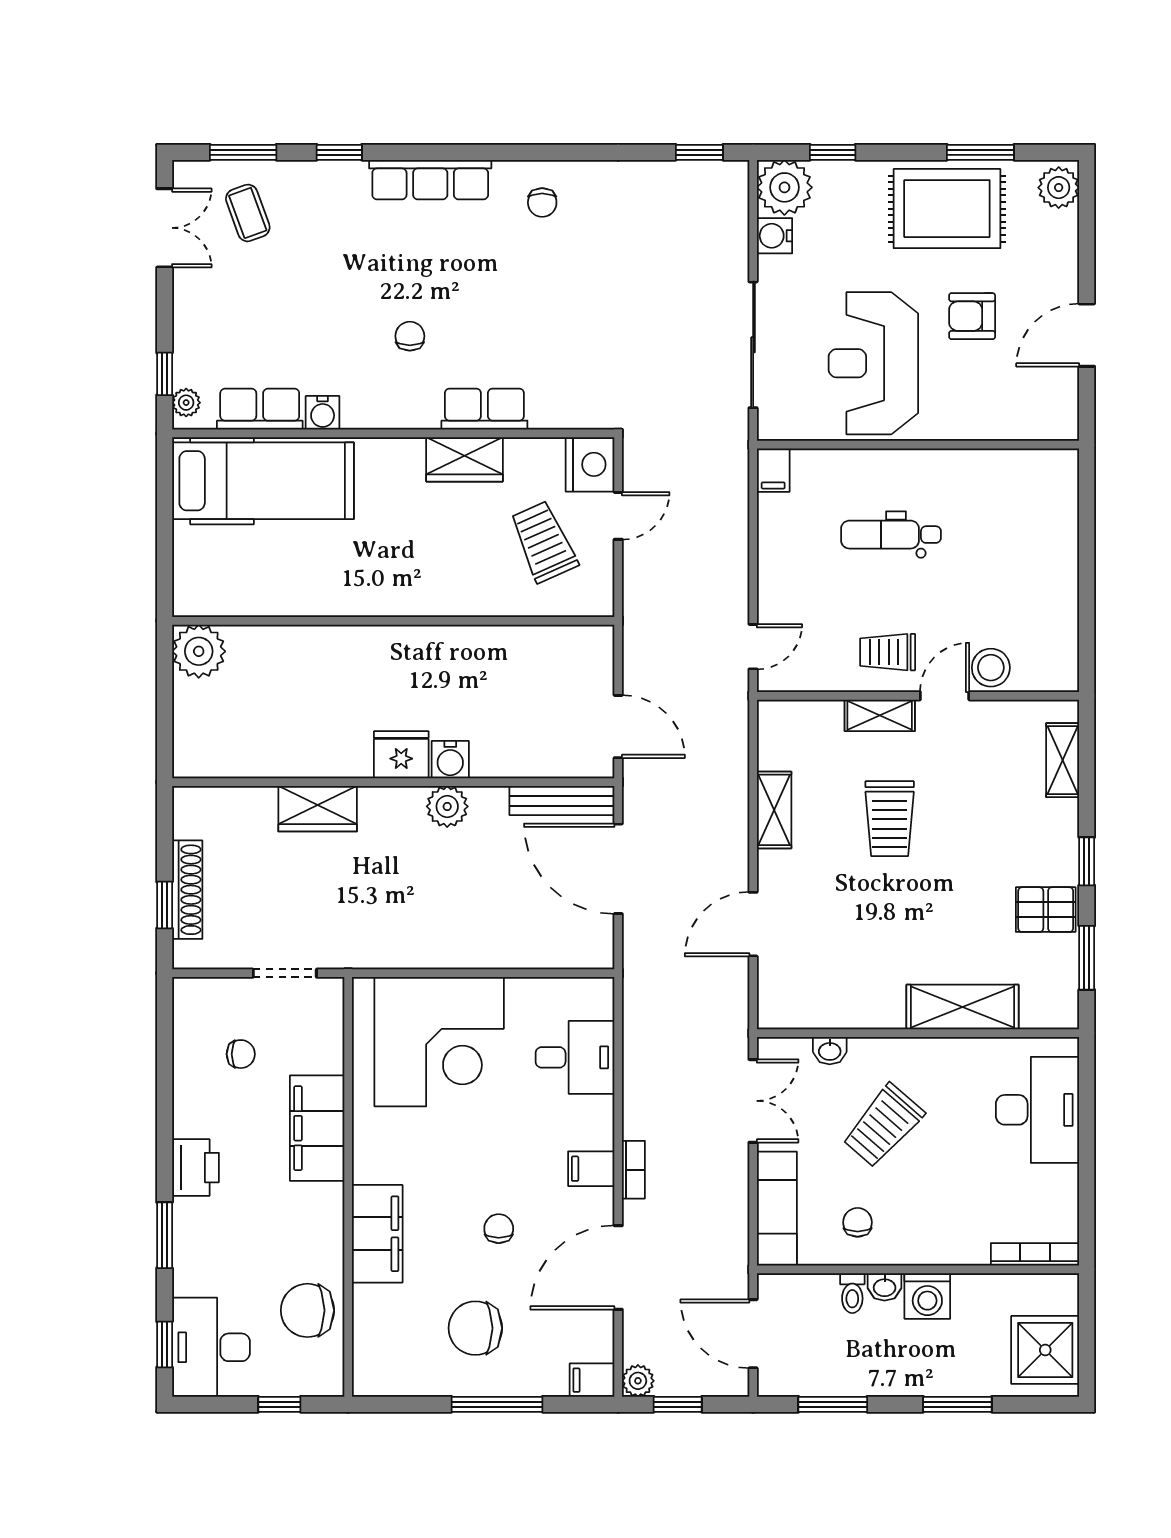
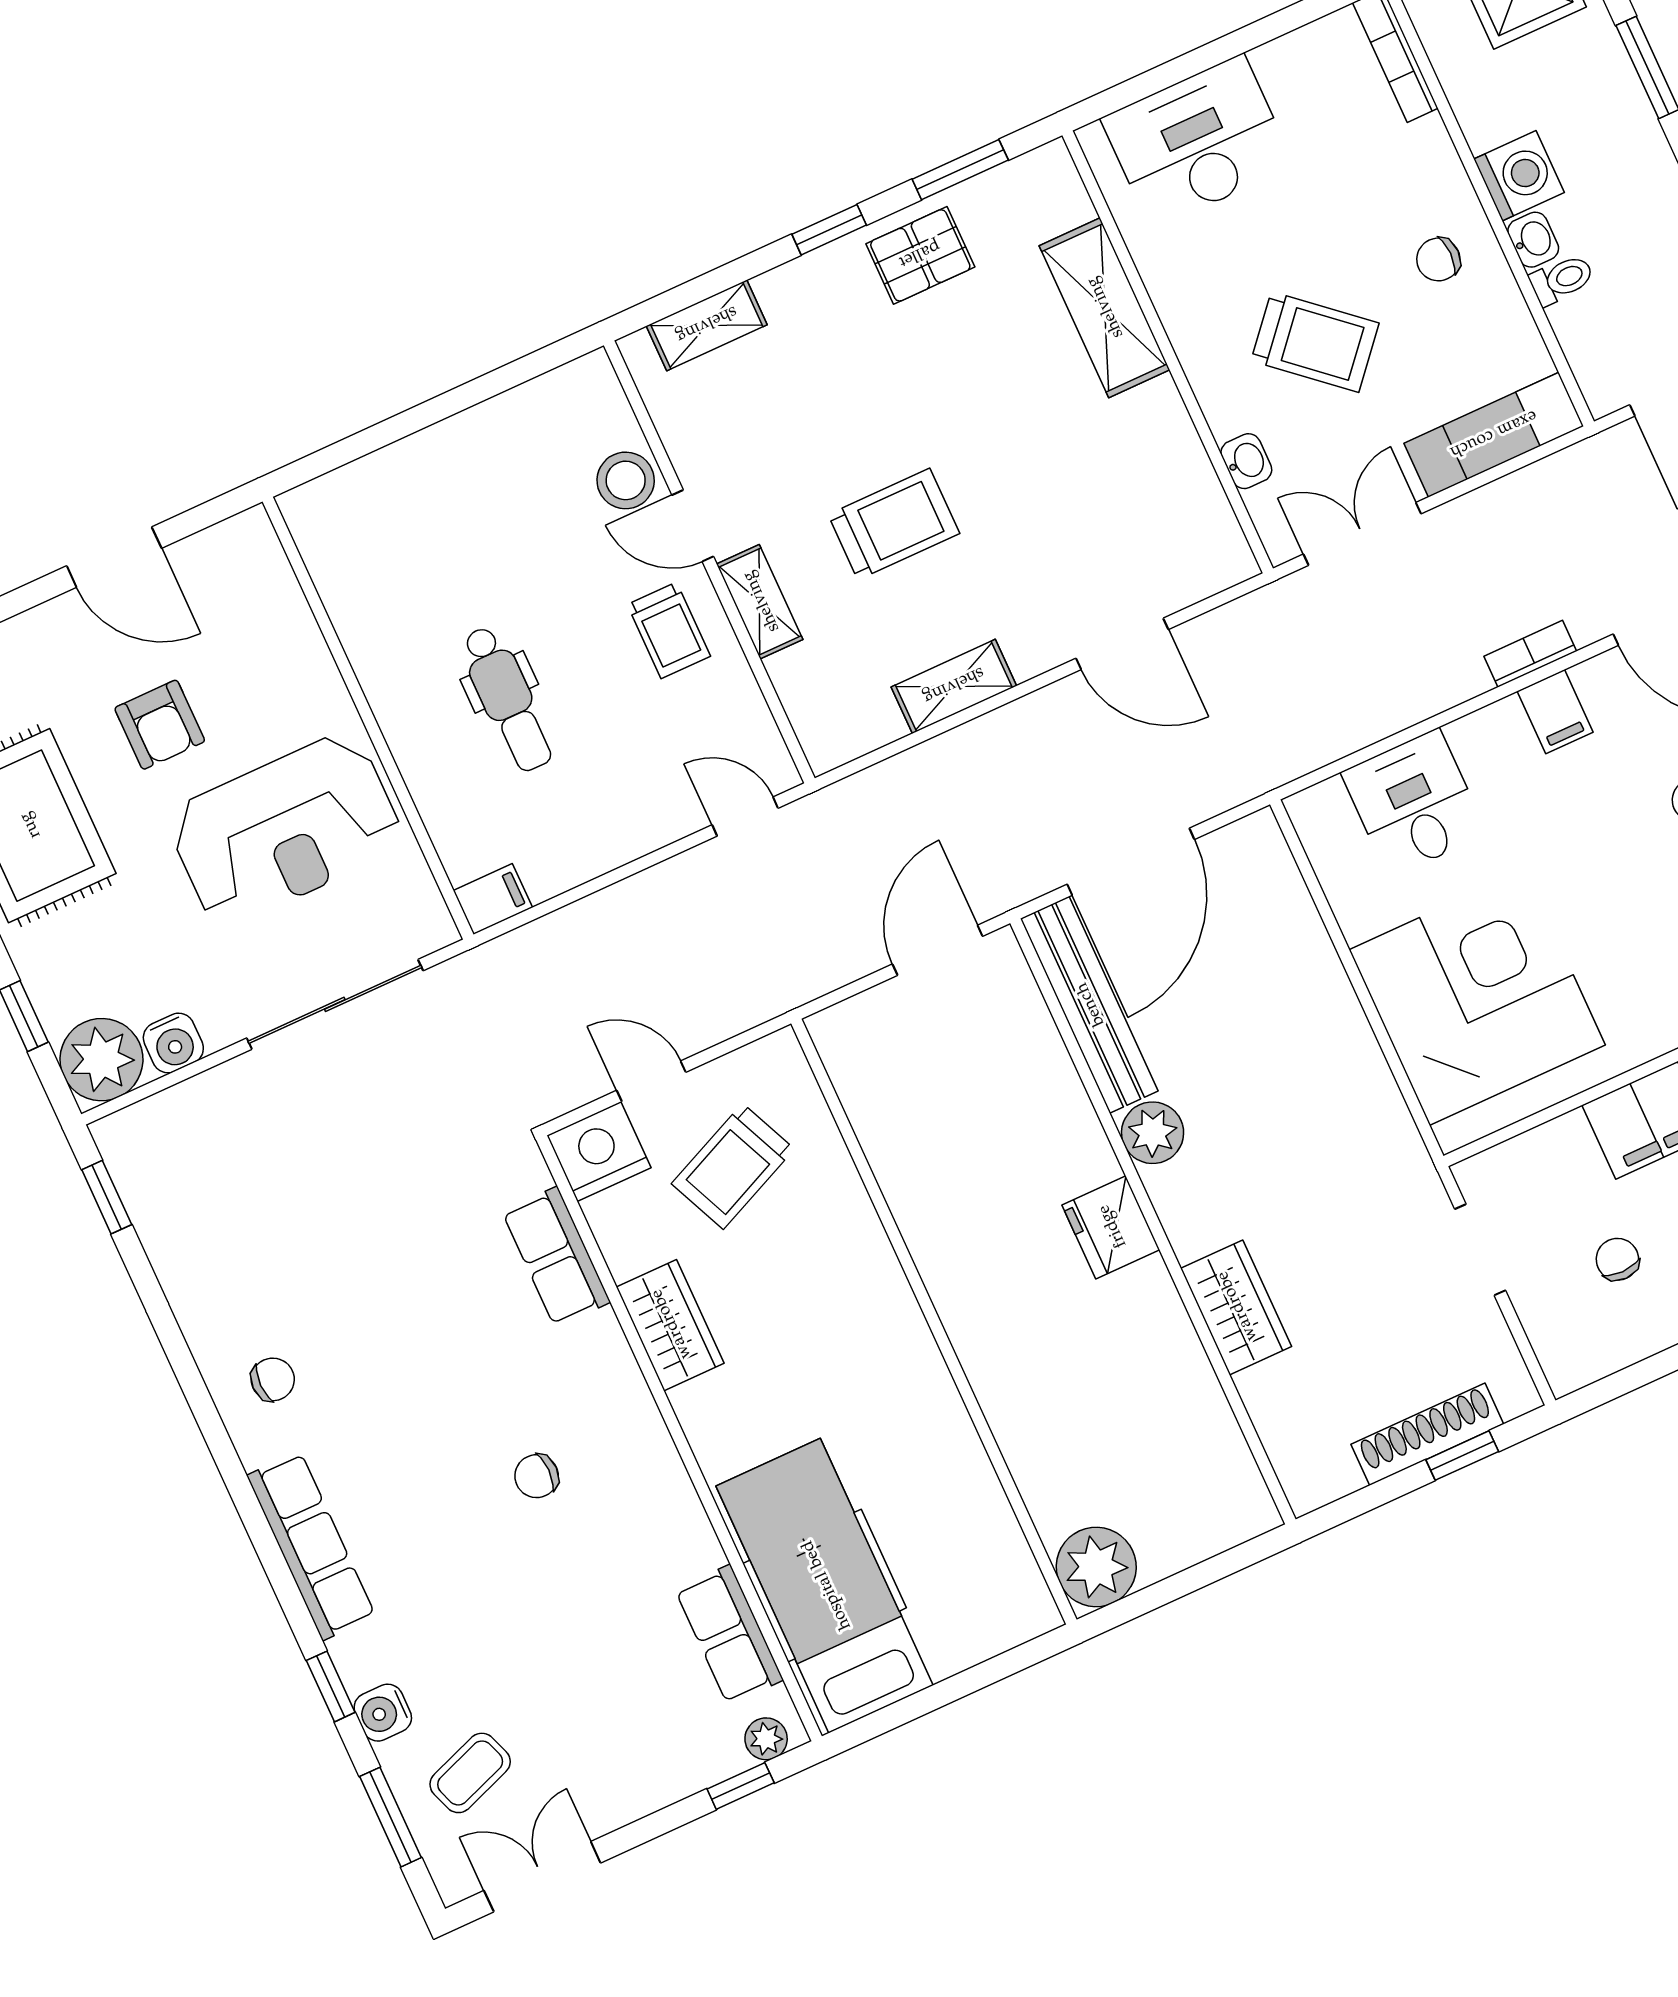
row of seats: (484, 409) -> (556, 1257), moved
water cooler: (323, 413) -> (383, 1713), moved, turned 180
water cooler: (450, 760) -> (1087, 1158), removed
bench: (562, 801) -> (1089, 1005), width x1.37, depth x1.21
pallet: (1046, 910) -> (920, 255), turned 90
chair: (858, 1222) -> (1438, 259), moved

